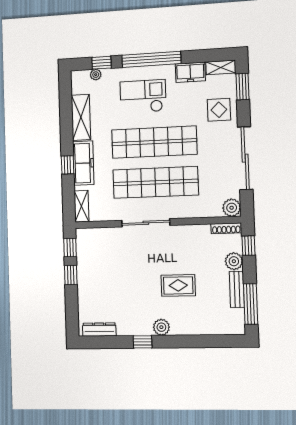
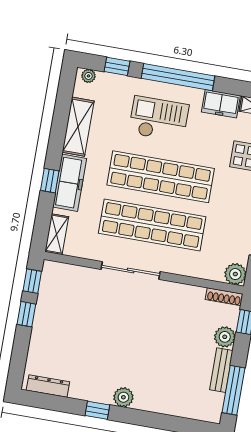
plant: (96, 75) -> (89, 76), moved
rug: (178, 285) -> (154, 352), removed

